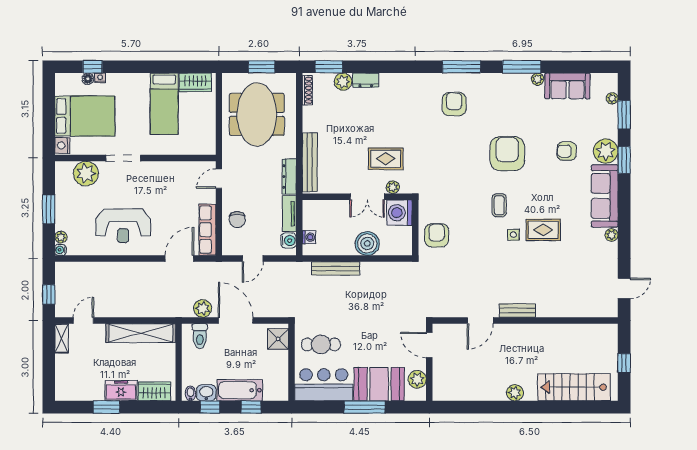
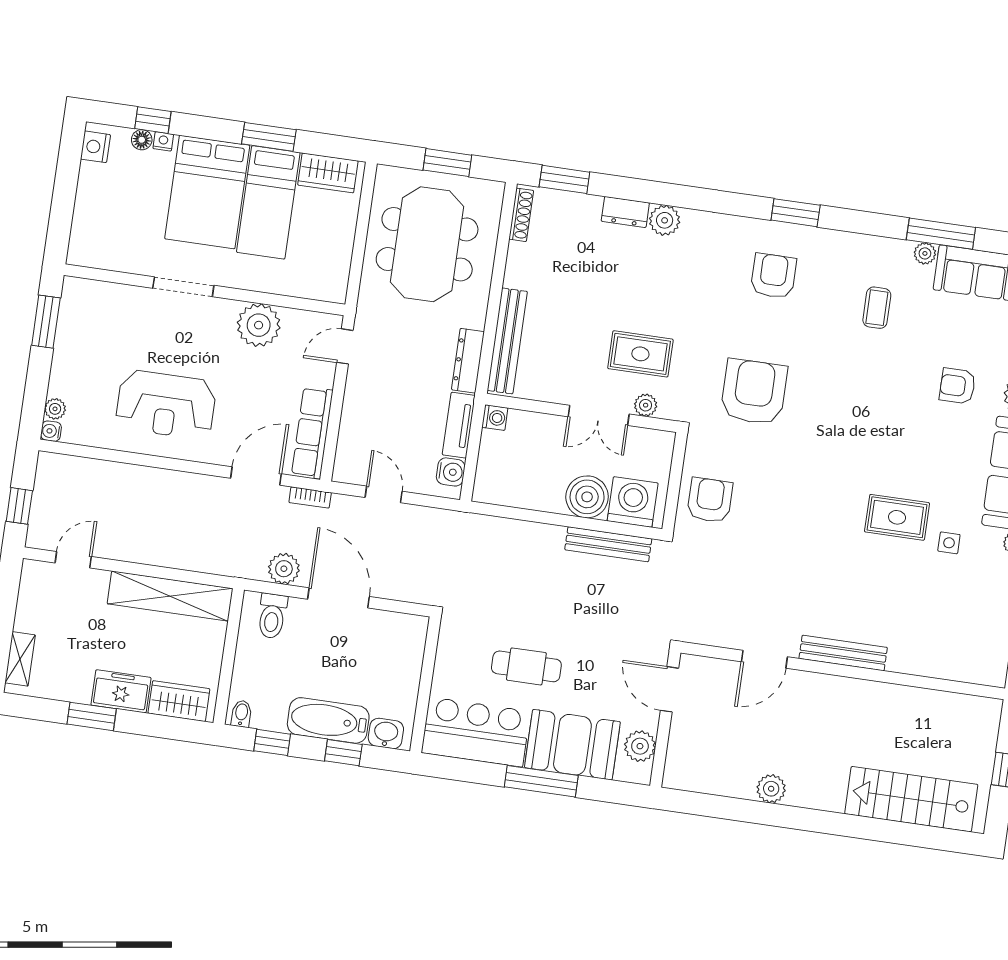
window: (159, 67) -> (269, 137), added
window: (461, 67) -> (796, 213), width x0.69
window: (522, 67) -> (941, 234), moved
plant: (343, 82) -> (665, 220), moved
bed: (85, 116) -> (207, 192), moved, turned 90
nightstand: (62, 145) -> (95, 147), moved
armchair: (507, 154) -> (754, 392), moved
plant: (86, 174) -> (259, 325), moved
coffee table: (499, 205) -> (877, 308), moved
window: (49, 209) -> (46, 322), moved
washing machine: (399, 213) -> (633, 502), moved, turned 90
chair: (237, 220) -> (367, 423), removed
side table: (513, 235) -> (949, 543), moved
washing machine: (309, 237) -> (495, 418), moved
door: (253, 259) -> (384, 494), swing flipped
bookcase: (212, 266) -> (310, 498), added
bench: (336, 268) -> (608, 544), moved
bench: (517, 311) -> (843, 653), width x1.36
shelving: (62, 338) -> (20, 659), moved
shower: (278, 339) -> (408, 641), removed
cafe table: (321, 344) -> (526, 666), moved
washbasin: (206, 393) -> (386, 733), moved
plant: (515, 393) -> (771, 789), moved

